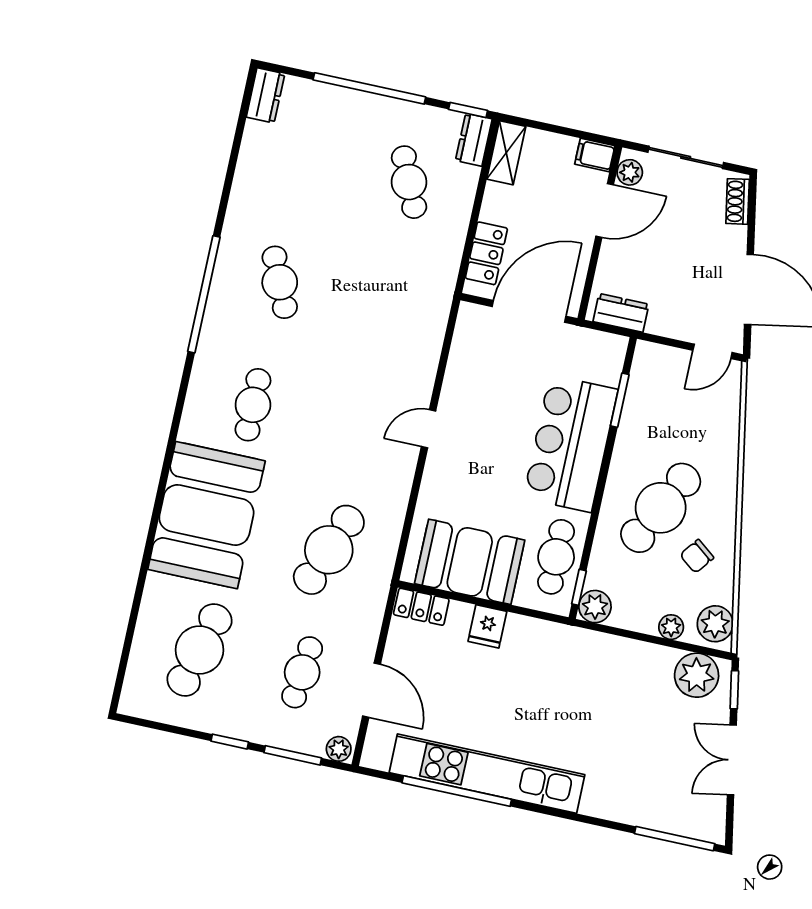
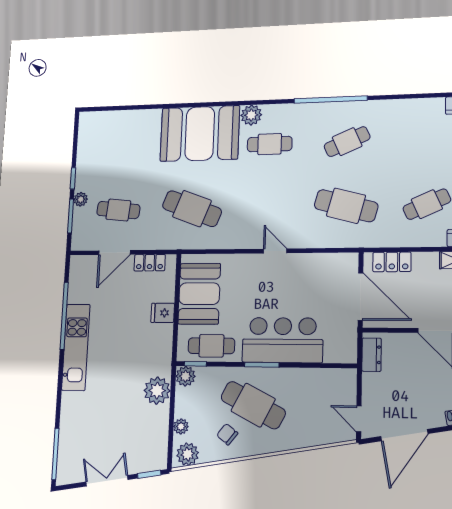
window: (620, 400) -> (262, 365), moved
plant: (197, 425) -> (251, 115), added
locker: (421, 607) -> (150, 263), moved, turned -90
cafe table: (200, 650) -> (346, 206), moved
plant: (697, 675) -> (157, 391), moved
plant: (339, 749) -> (81, 199), moved
kitchen unit: (487, 774) -> (76, 347), width x0.73

